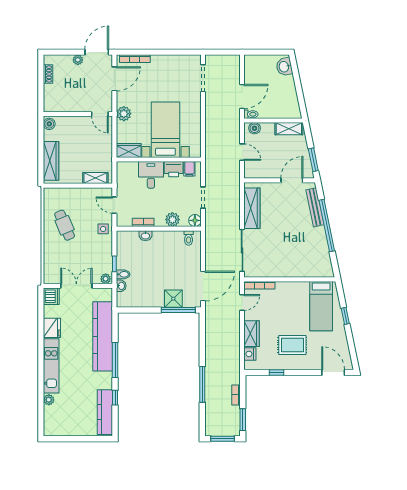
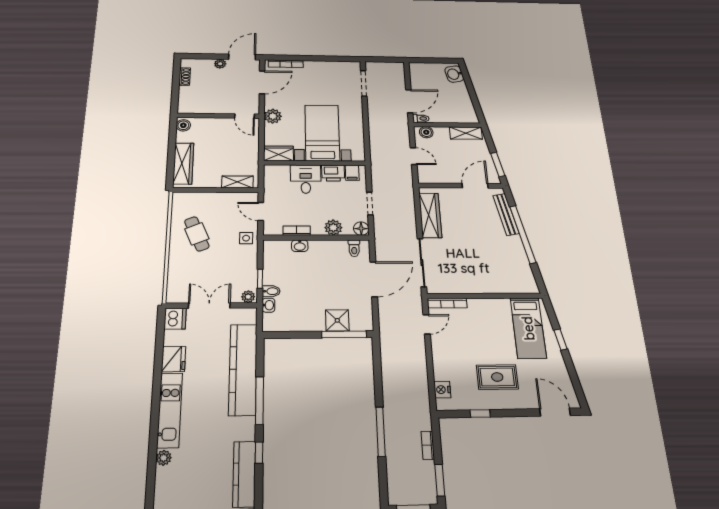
door: (203, 286) -> (374, 279), moved
wardrobe: (251, 334) -> (442, 363), removed

